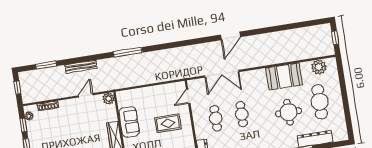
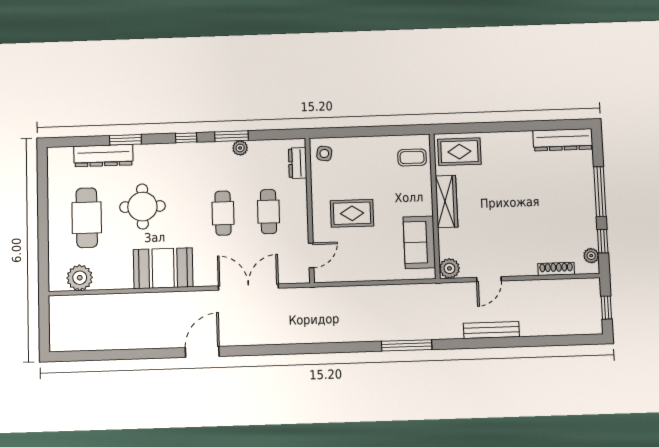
door: (230, 36) -> (202, 352), moved
window: (335, 38) -> (44, 325), removed
window: (46, 65) -> (552, 341), removed
booth: (284, 76) -> (163, 268), moved
sofa: (129, 122) -> (419, 242), moved

